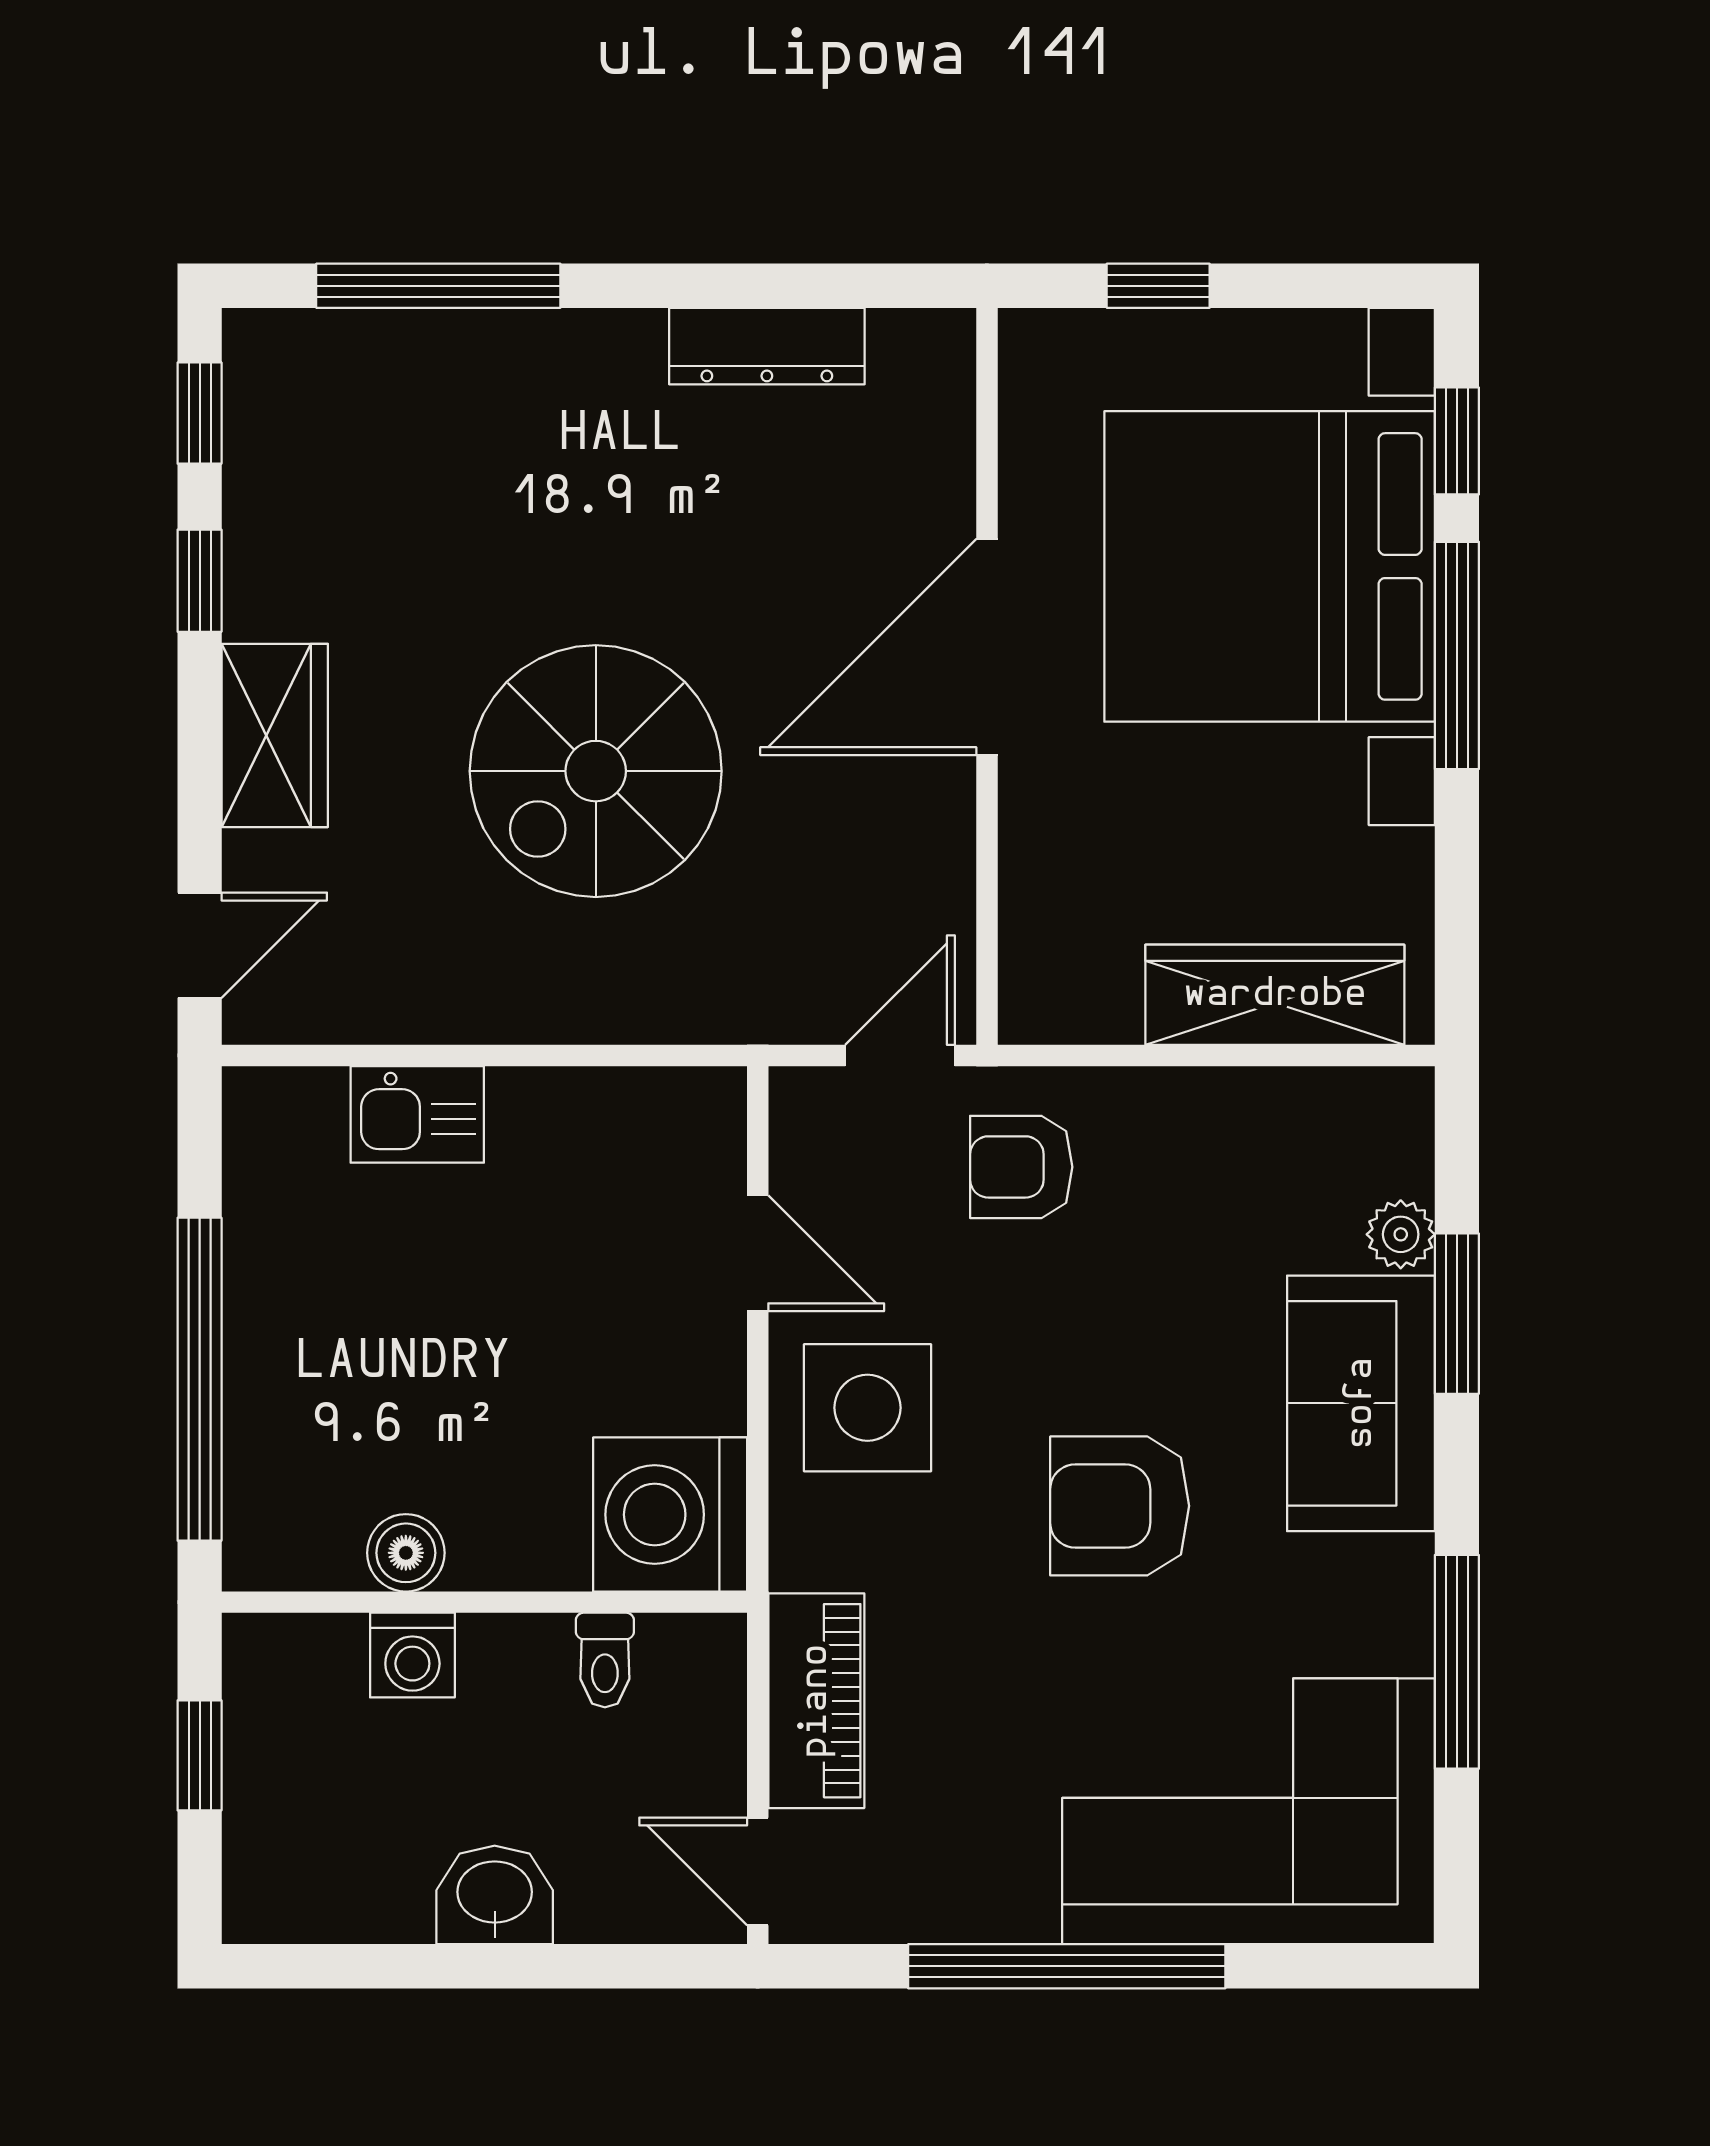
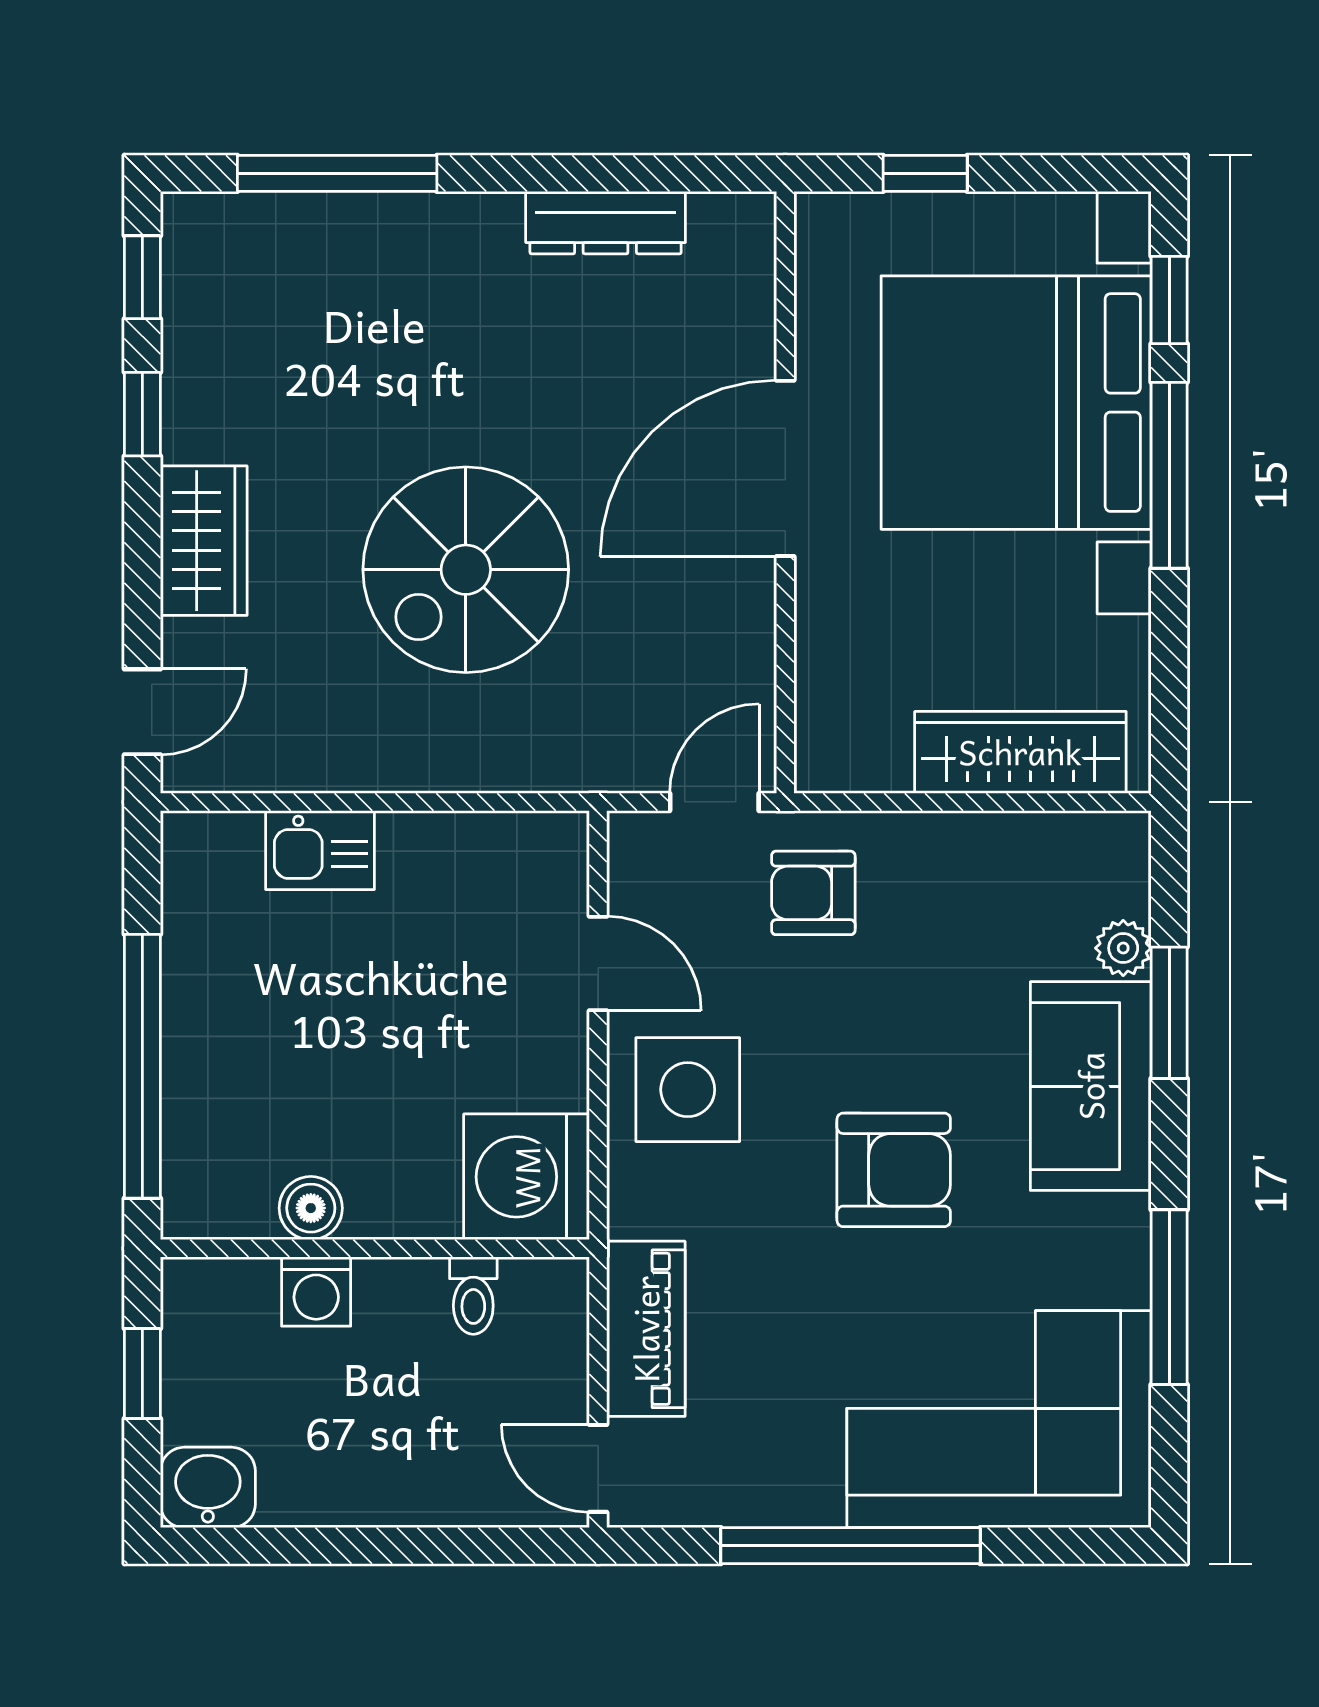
armchair: (1120, 1506) -> (894, 1170), turned 180
washbasin: (495, 1895) -> (208, 1487), moved

